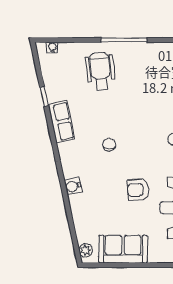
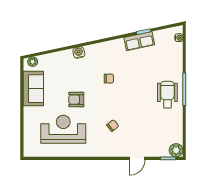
wheelchair: (100, 71) -> (167, 95), moved, turned -84
row of seats: (61, 122) -> (139, 41), moved
armchair: (138, 190) -> (76, 100), turned -87

